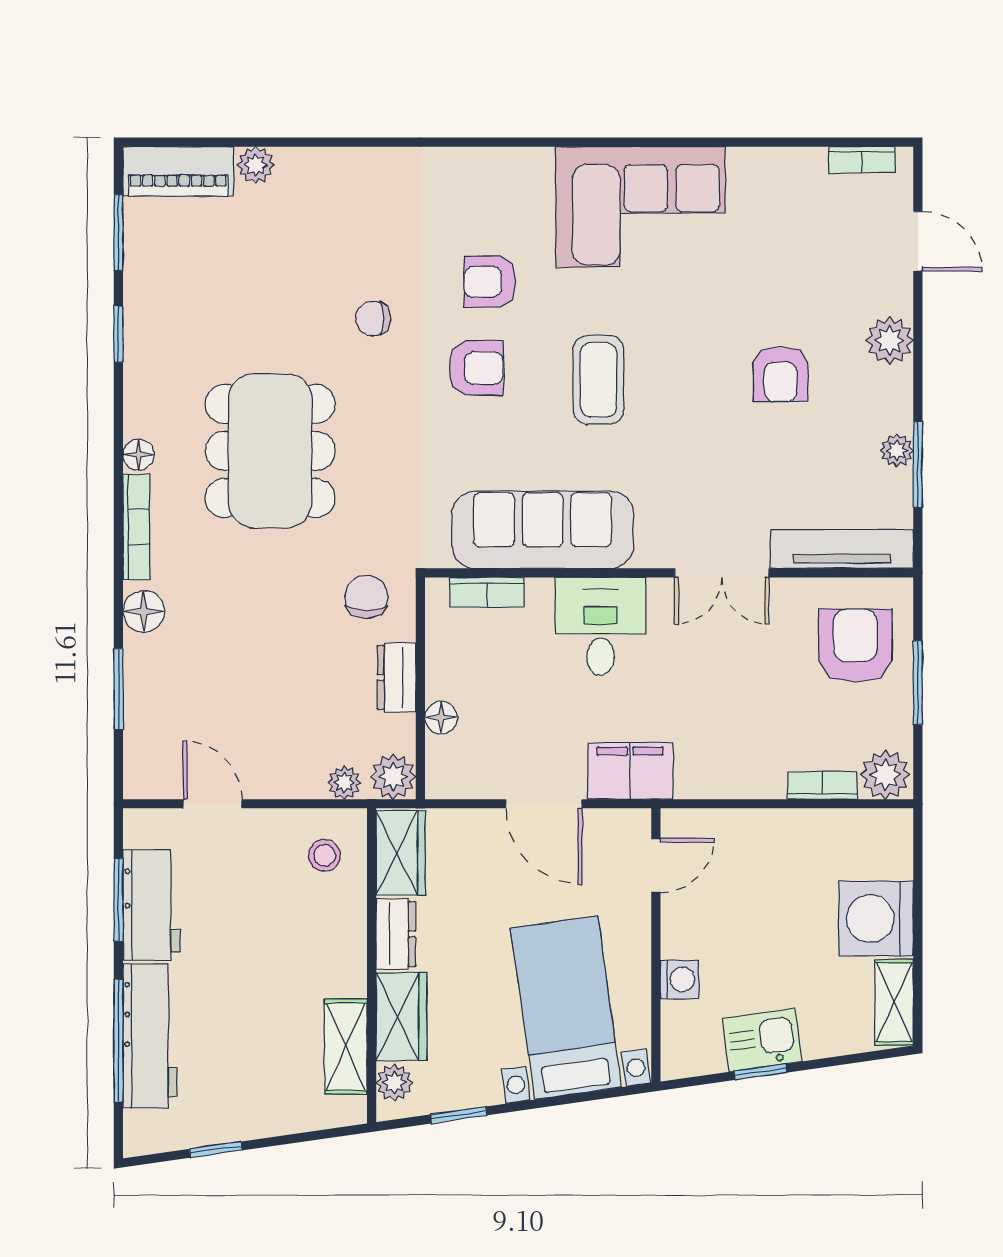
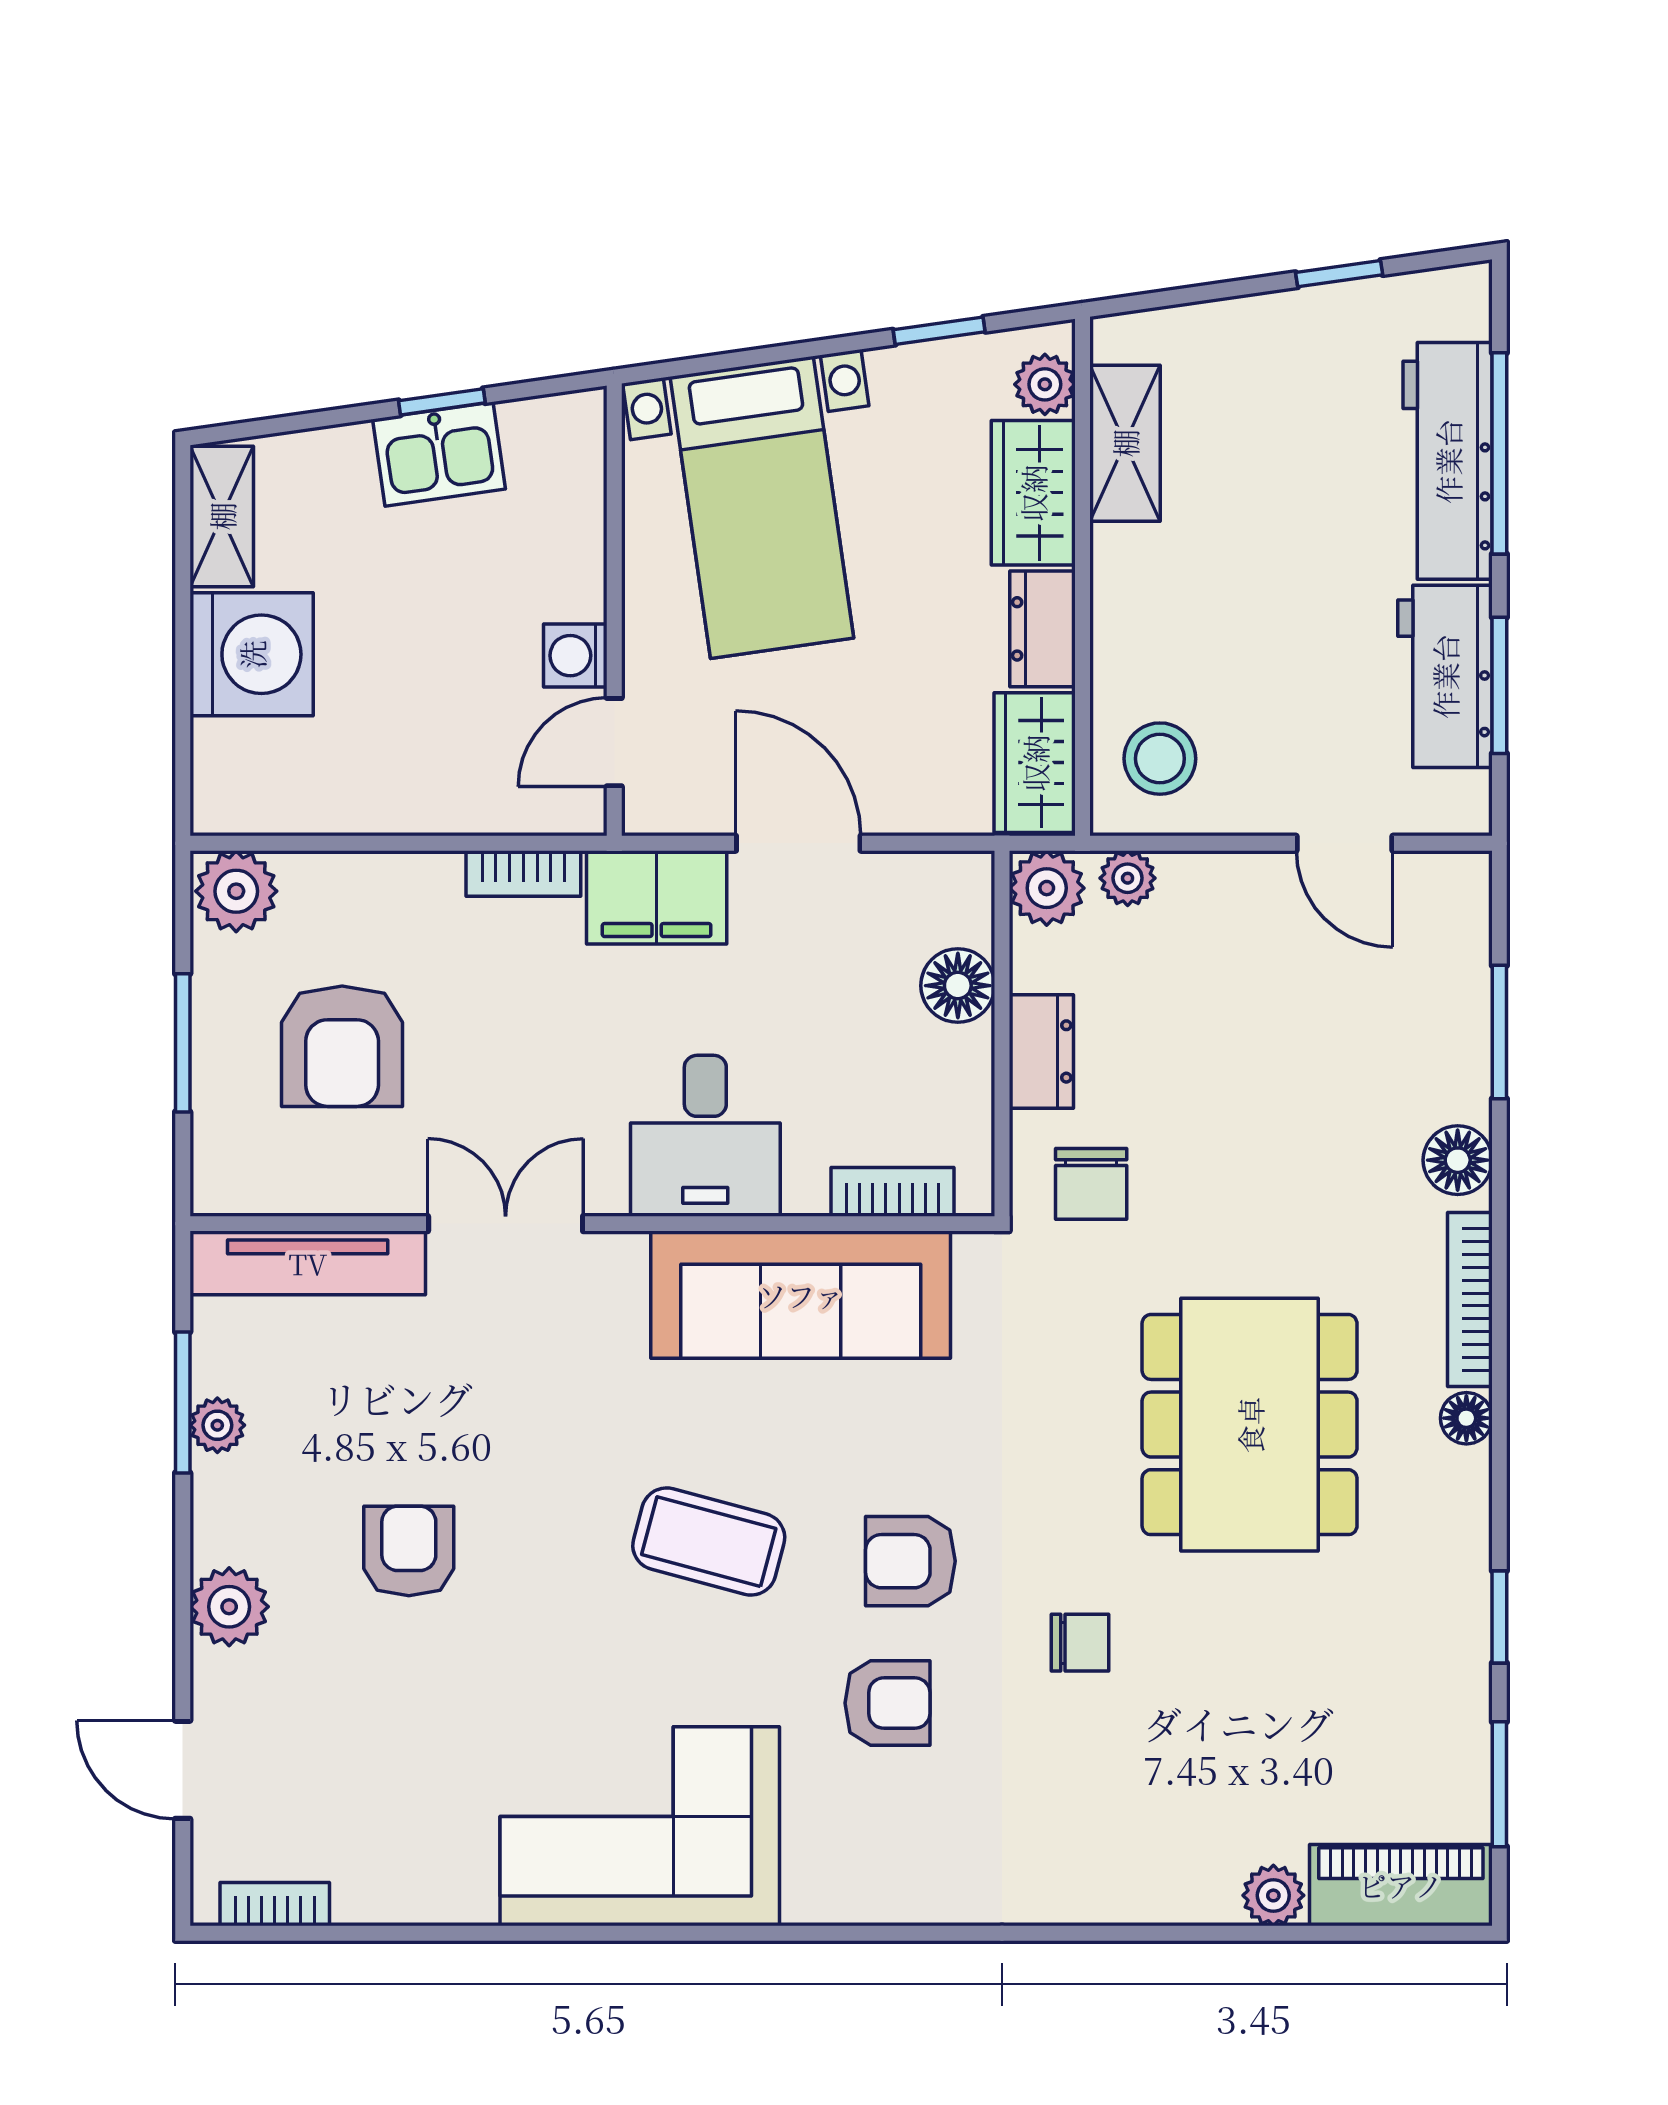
coffee table: (598, 380) -> (709, 1542), turned -75
armchair: (855, 646) -> (342, 1046), moved
floor lamp: (441, 717) -> (958, 986), width x1.37, depth x1.37
bookcase: (822, 785) -> (523, 874), moved
stool: (325, 855) -> (1160, 759), width x1.37, depth x1.37
washing machine: (679, 979) -> (575, 656), moved

